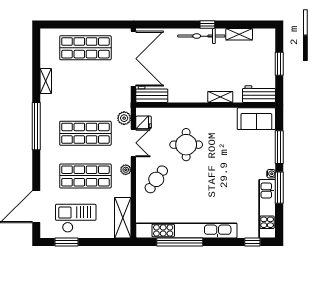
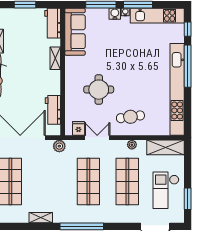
workbench: (152, 94) -> (53, 110), moved
plant: (124, 118) -> (59, 146), moved
sofa: (256, 119) -> (75, 32), width x1.36
water cooler: (269, 162) -> (115, 14), added
plant: (126, 170) -> (132, 145), moved
cafe table: (156, 179) -> (130, 117), turned -43
window: (180, 242) -> (188, 66), moved

